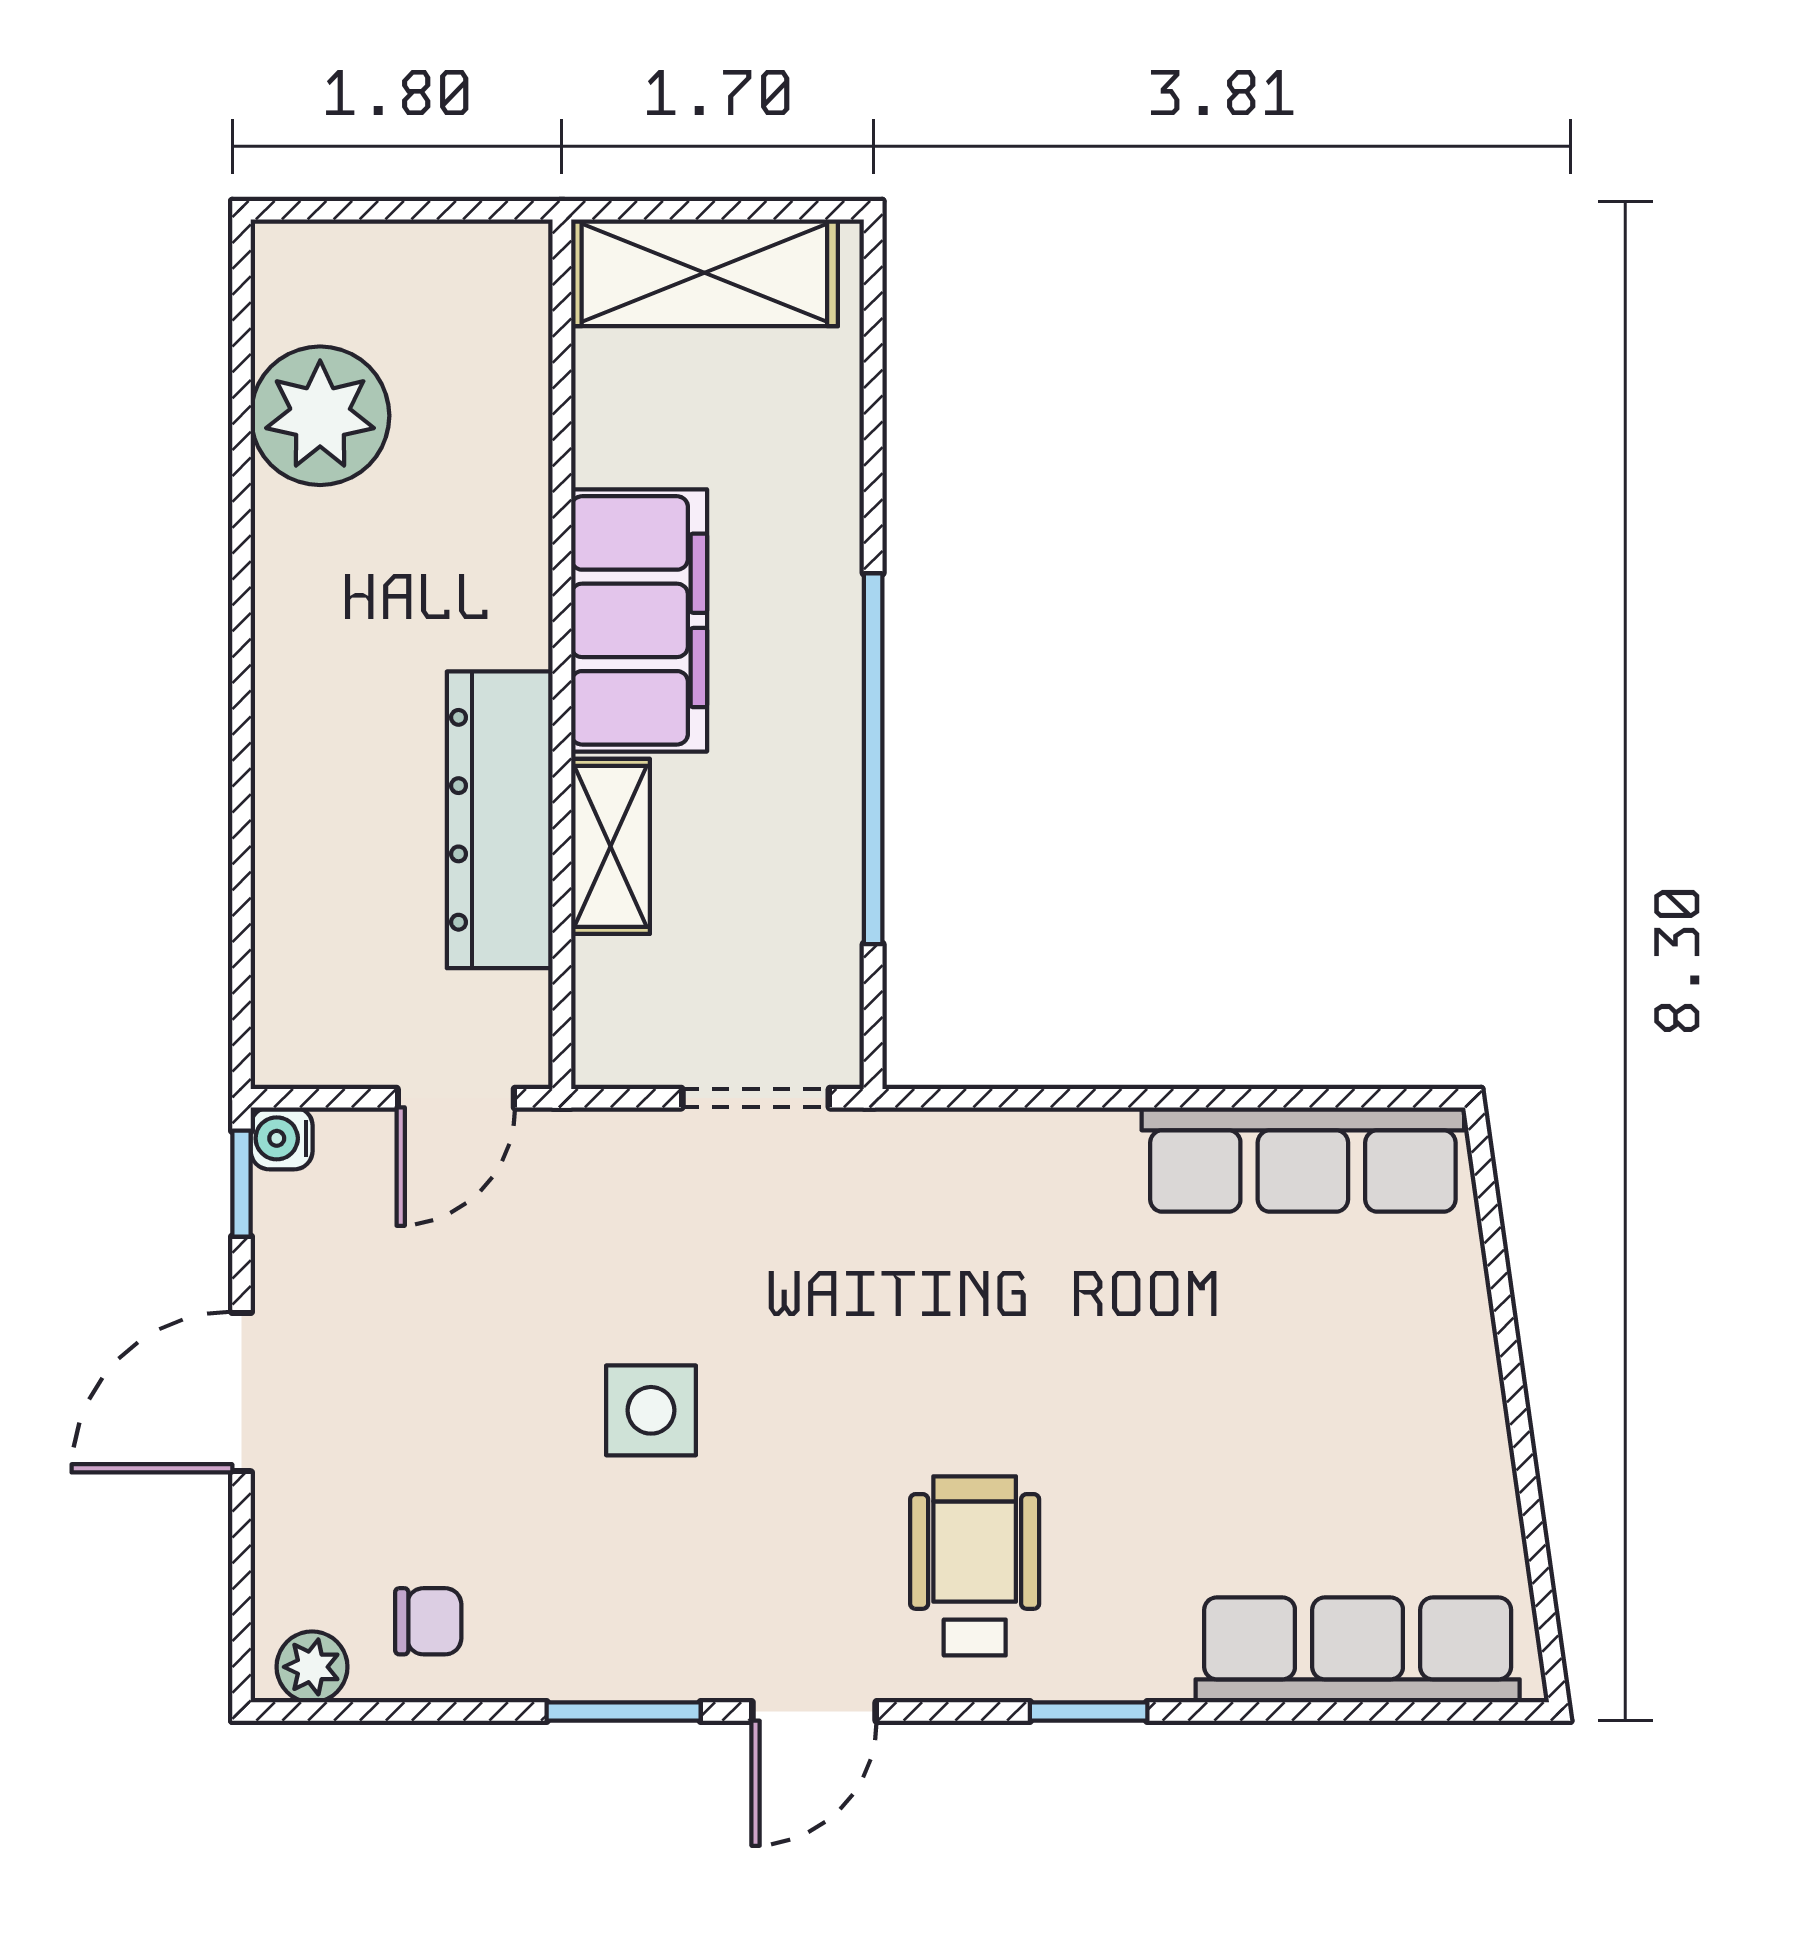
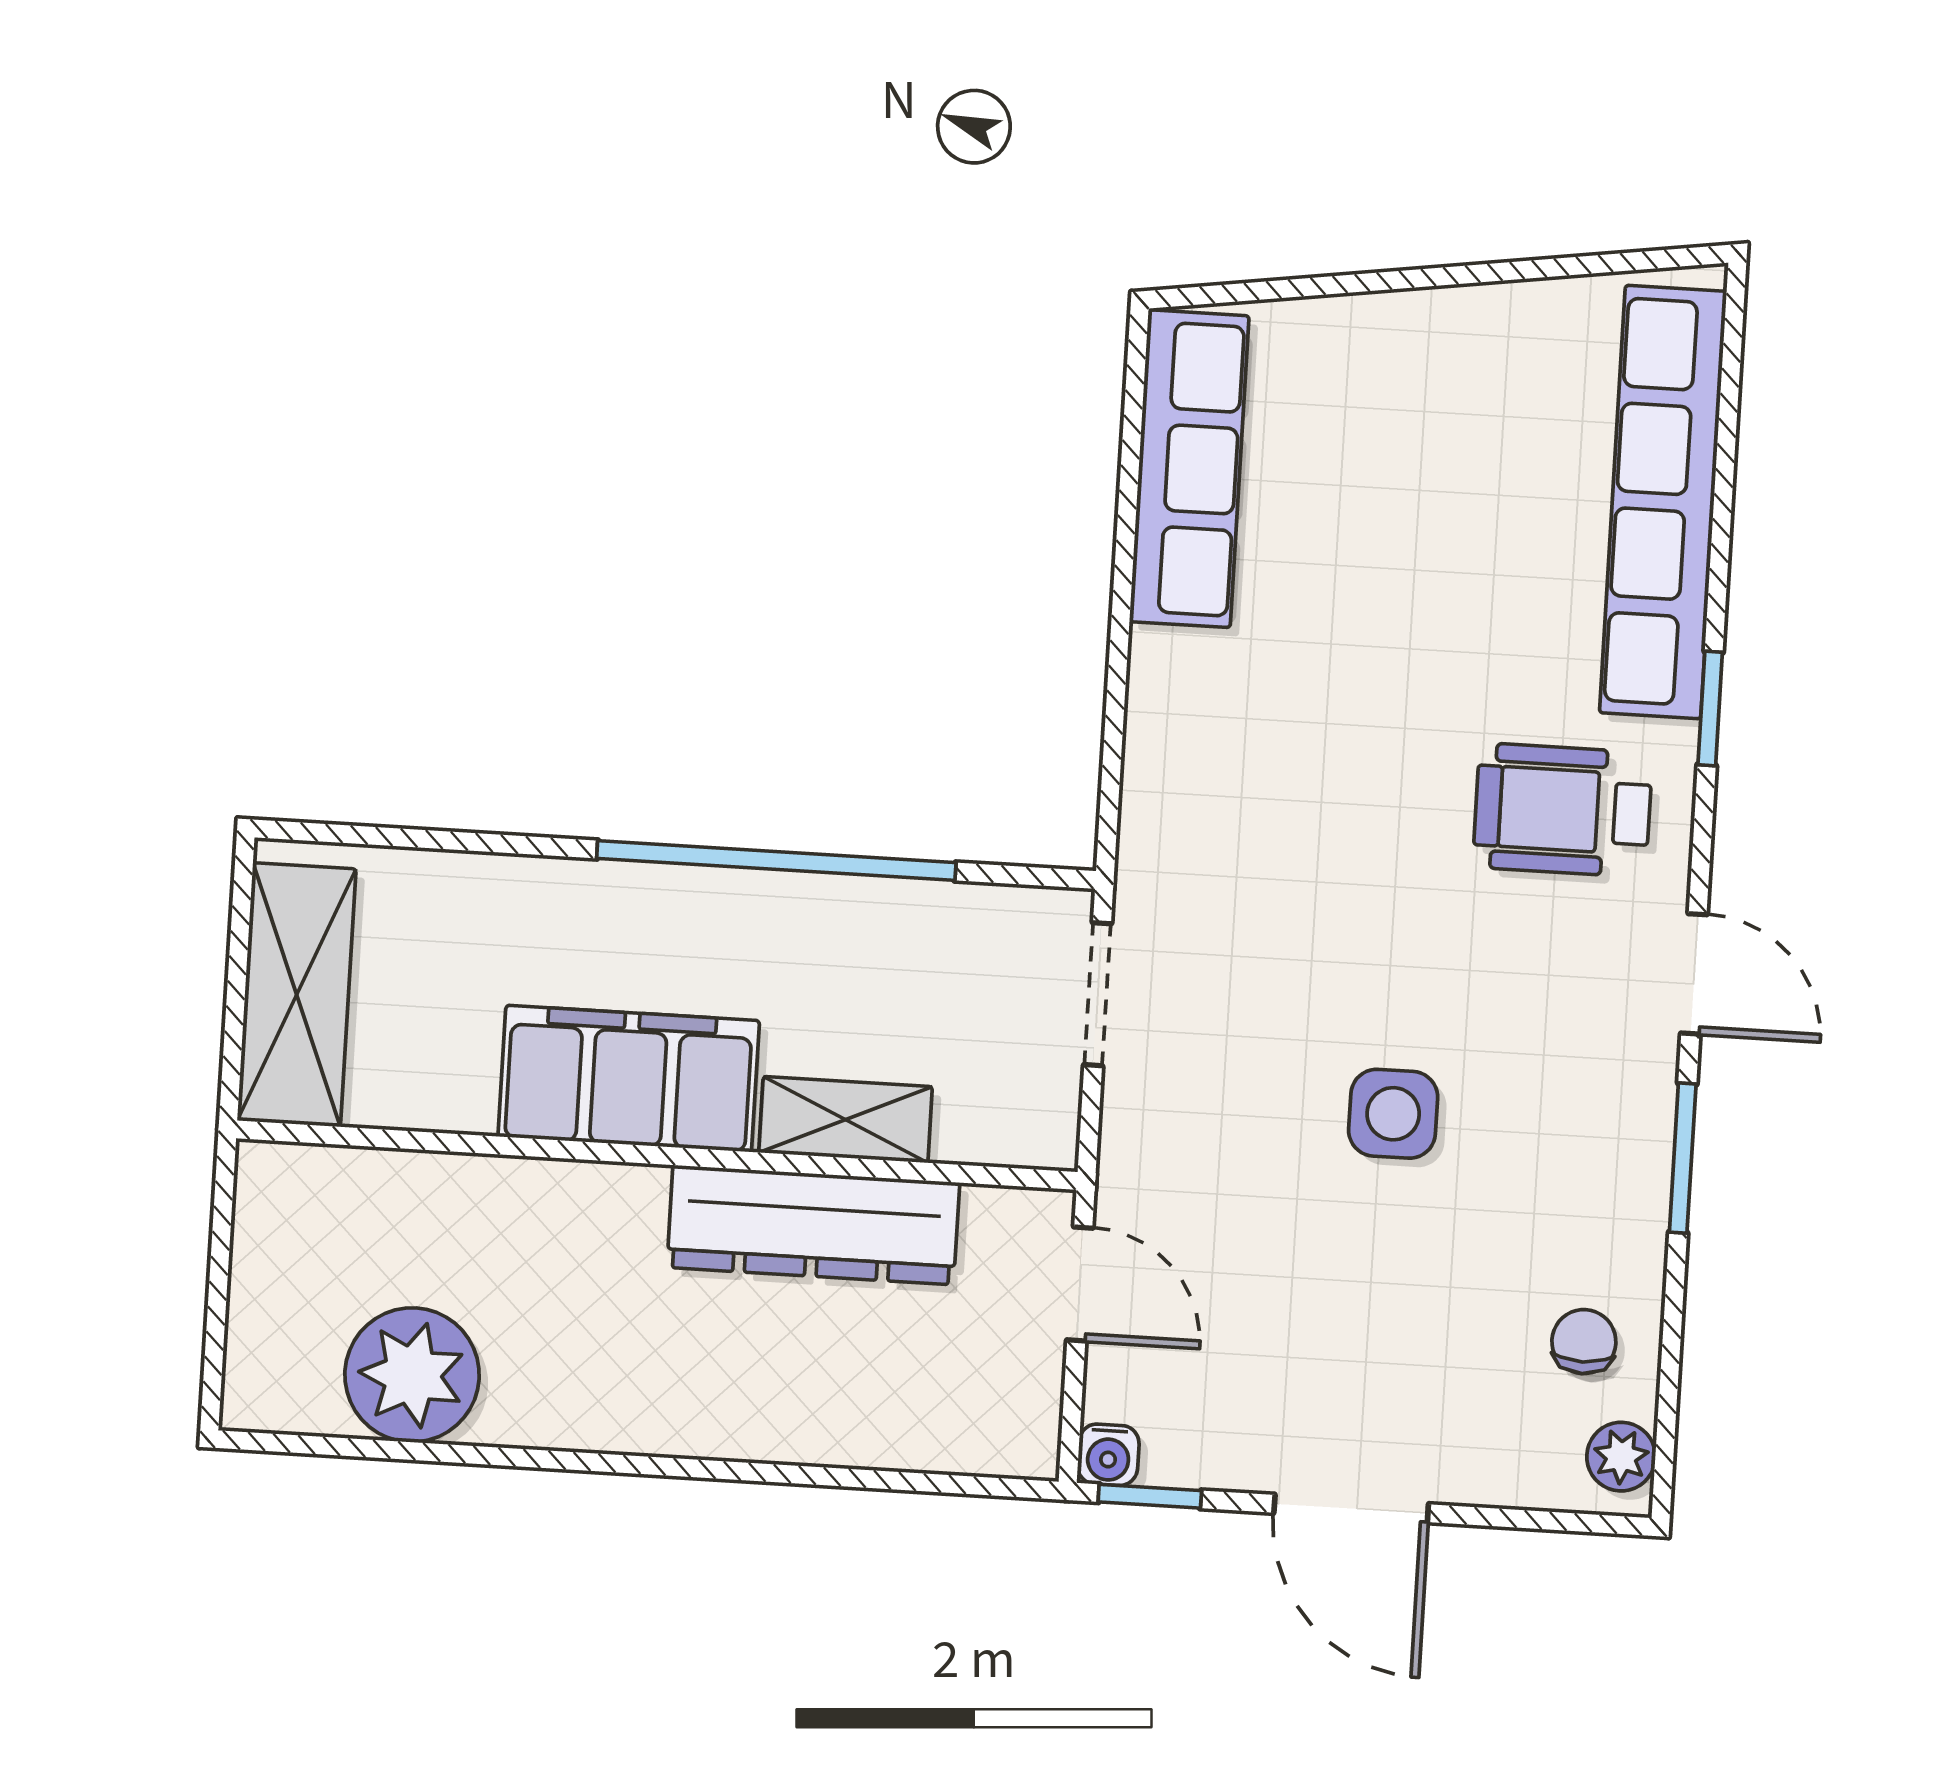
row of seats: (1358, 1650) -> (1663, 502), width x1.36

